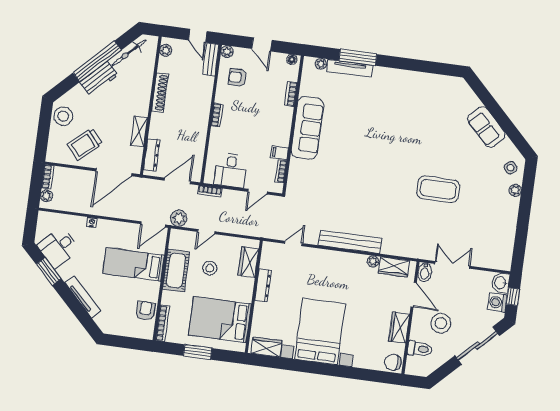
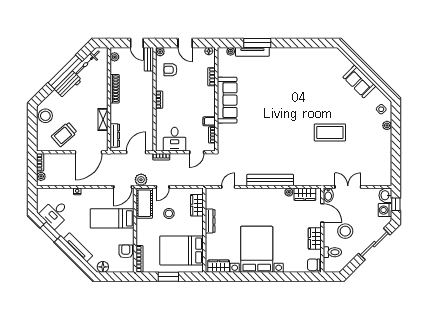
cot: (176, 270) -> (144, 203), moved
floor lamp: (112, 327) -> (103, 267), added

